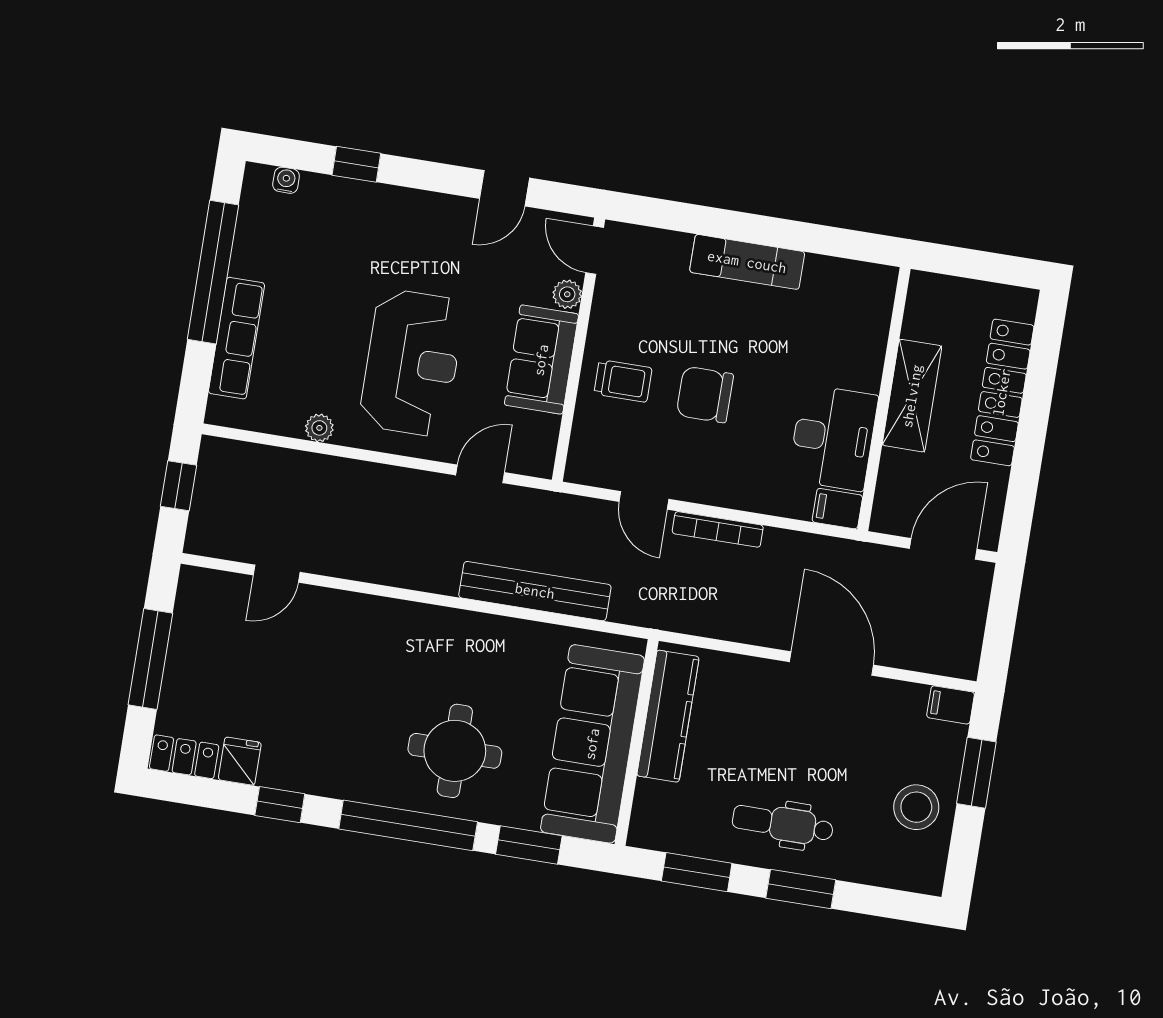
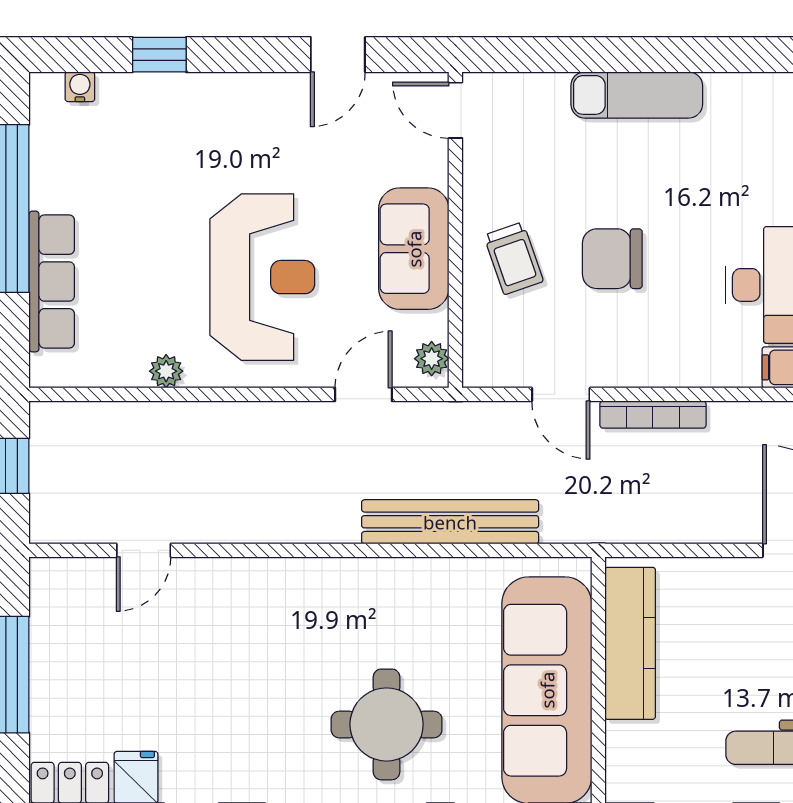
plant: (567, 294) -> (432, 359), moved
trolley: (623, 381) -> (514, 258), turned 71

